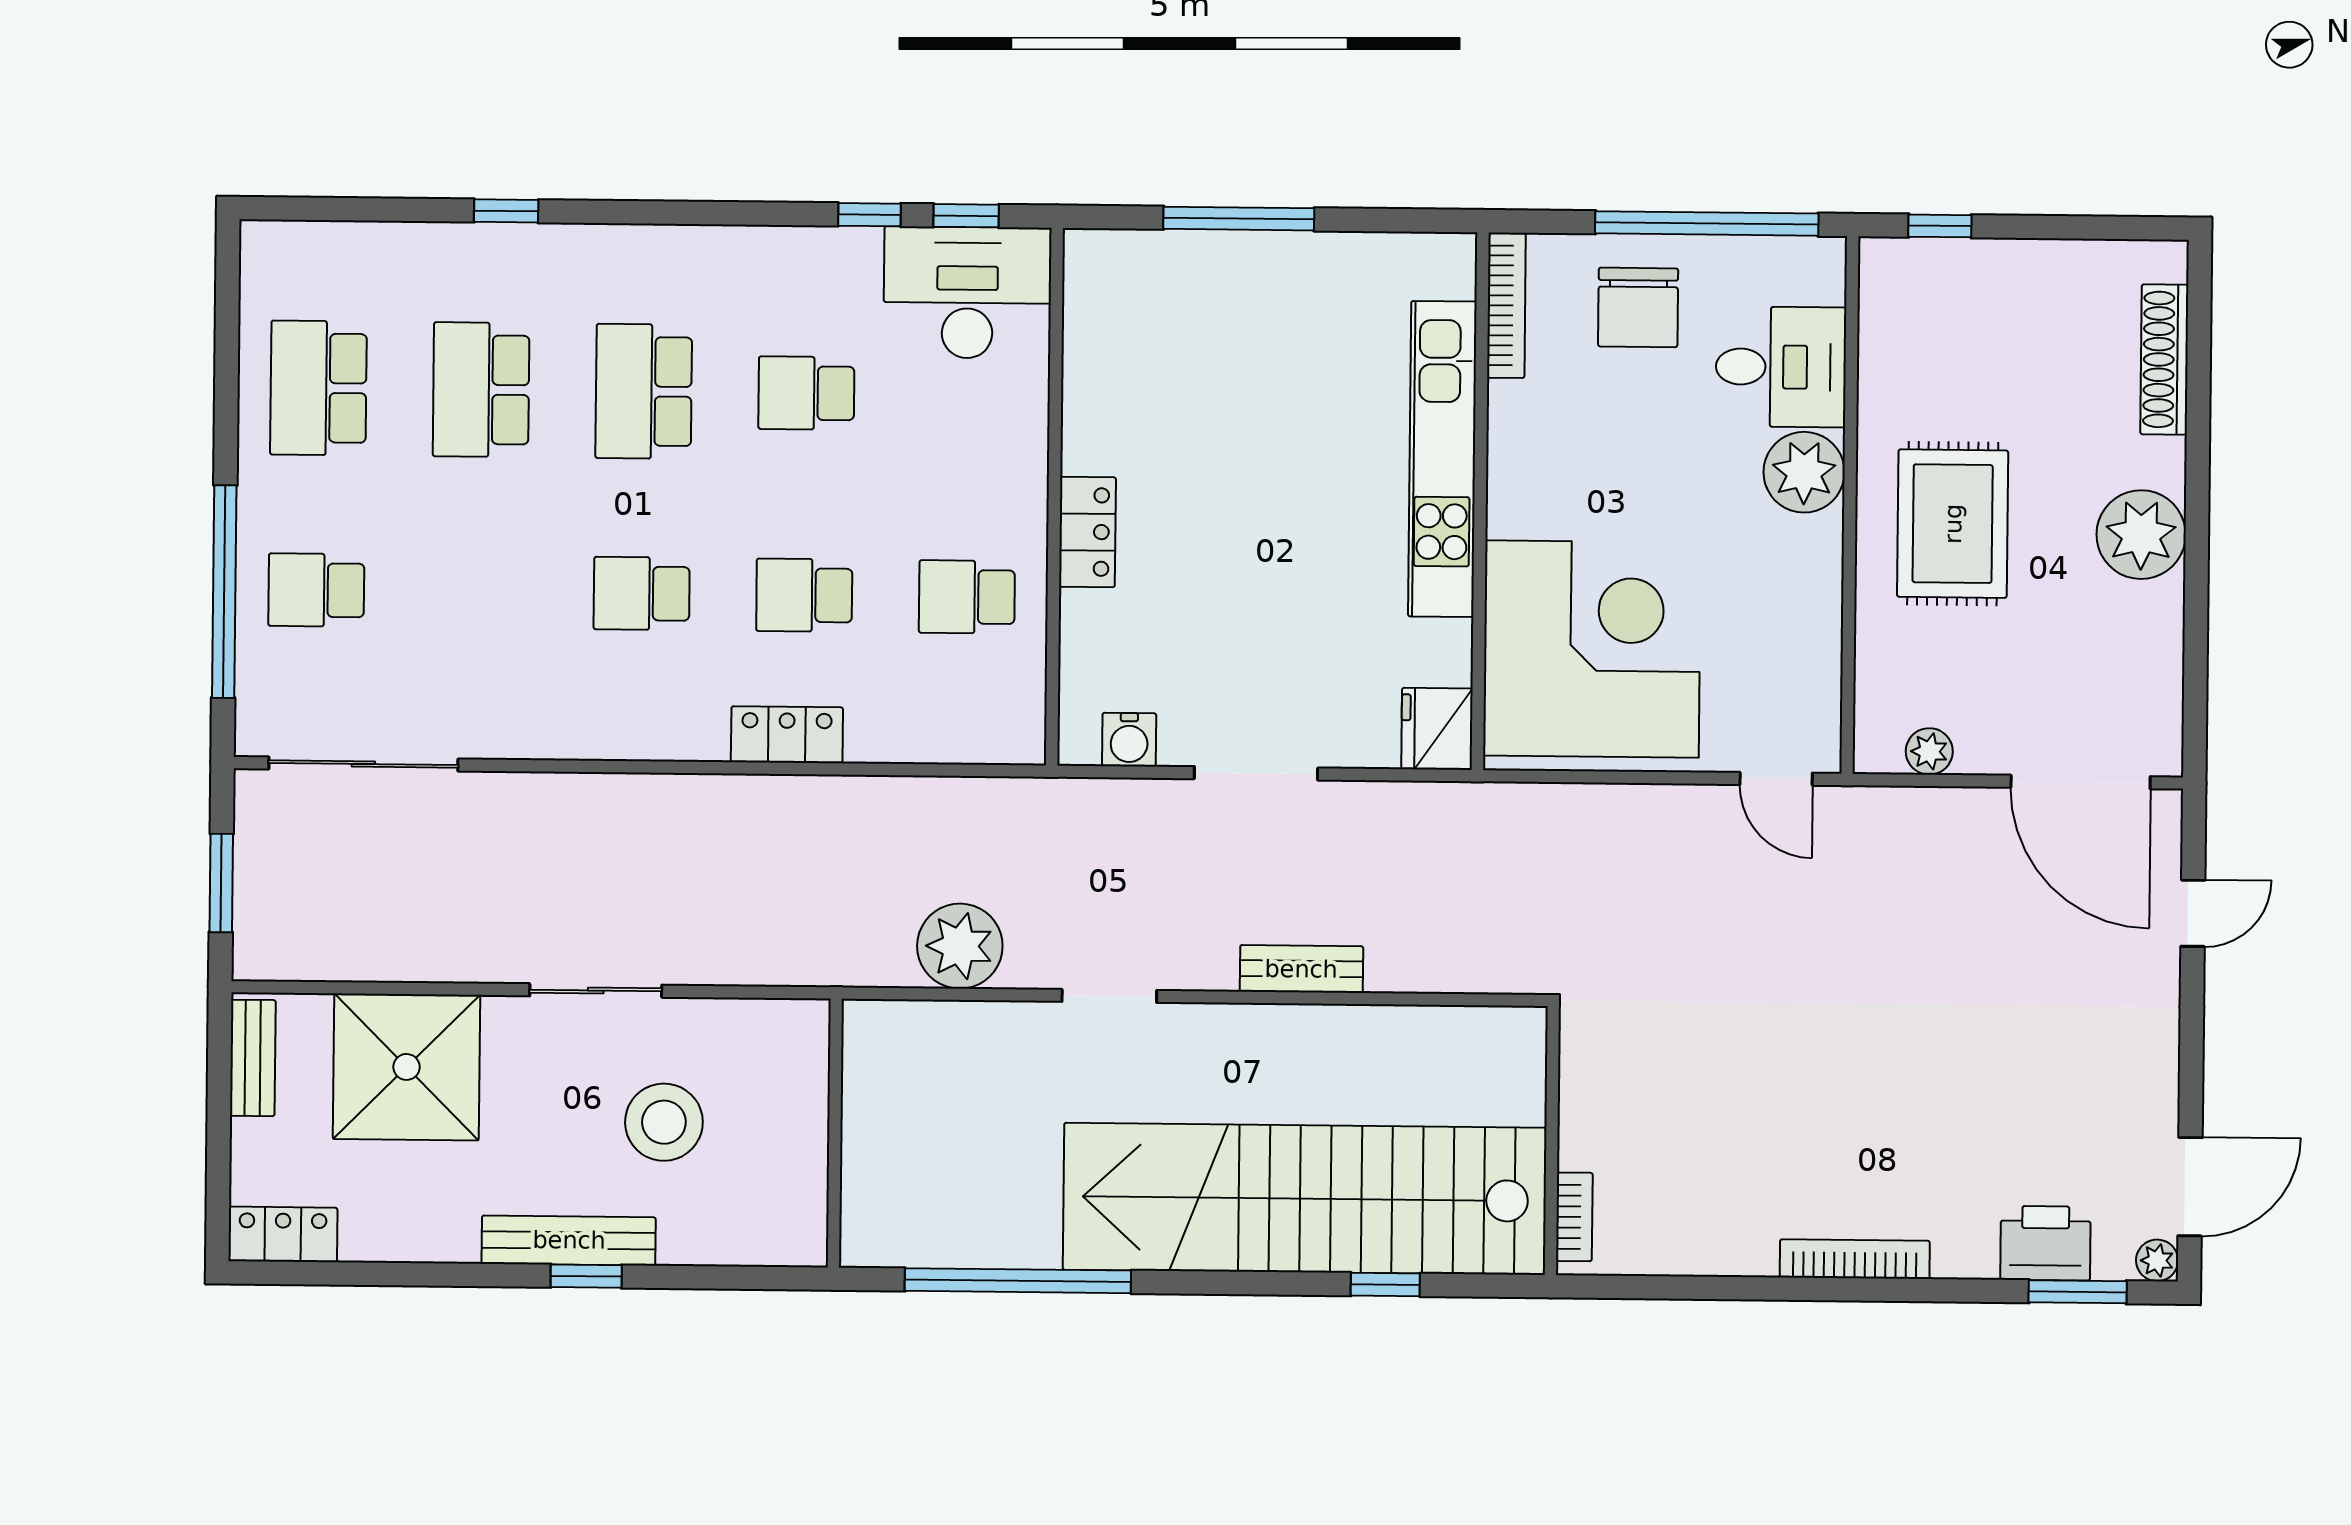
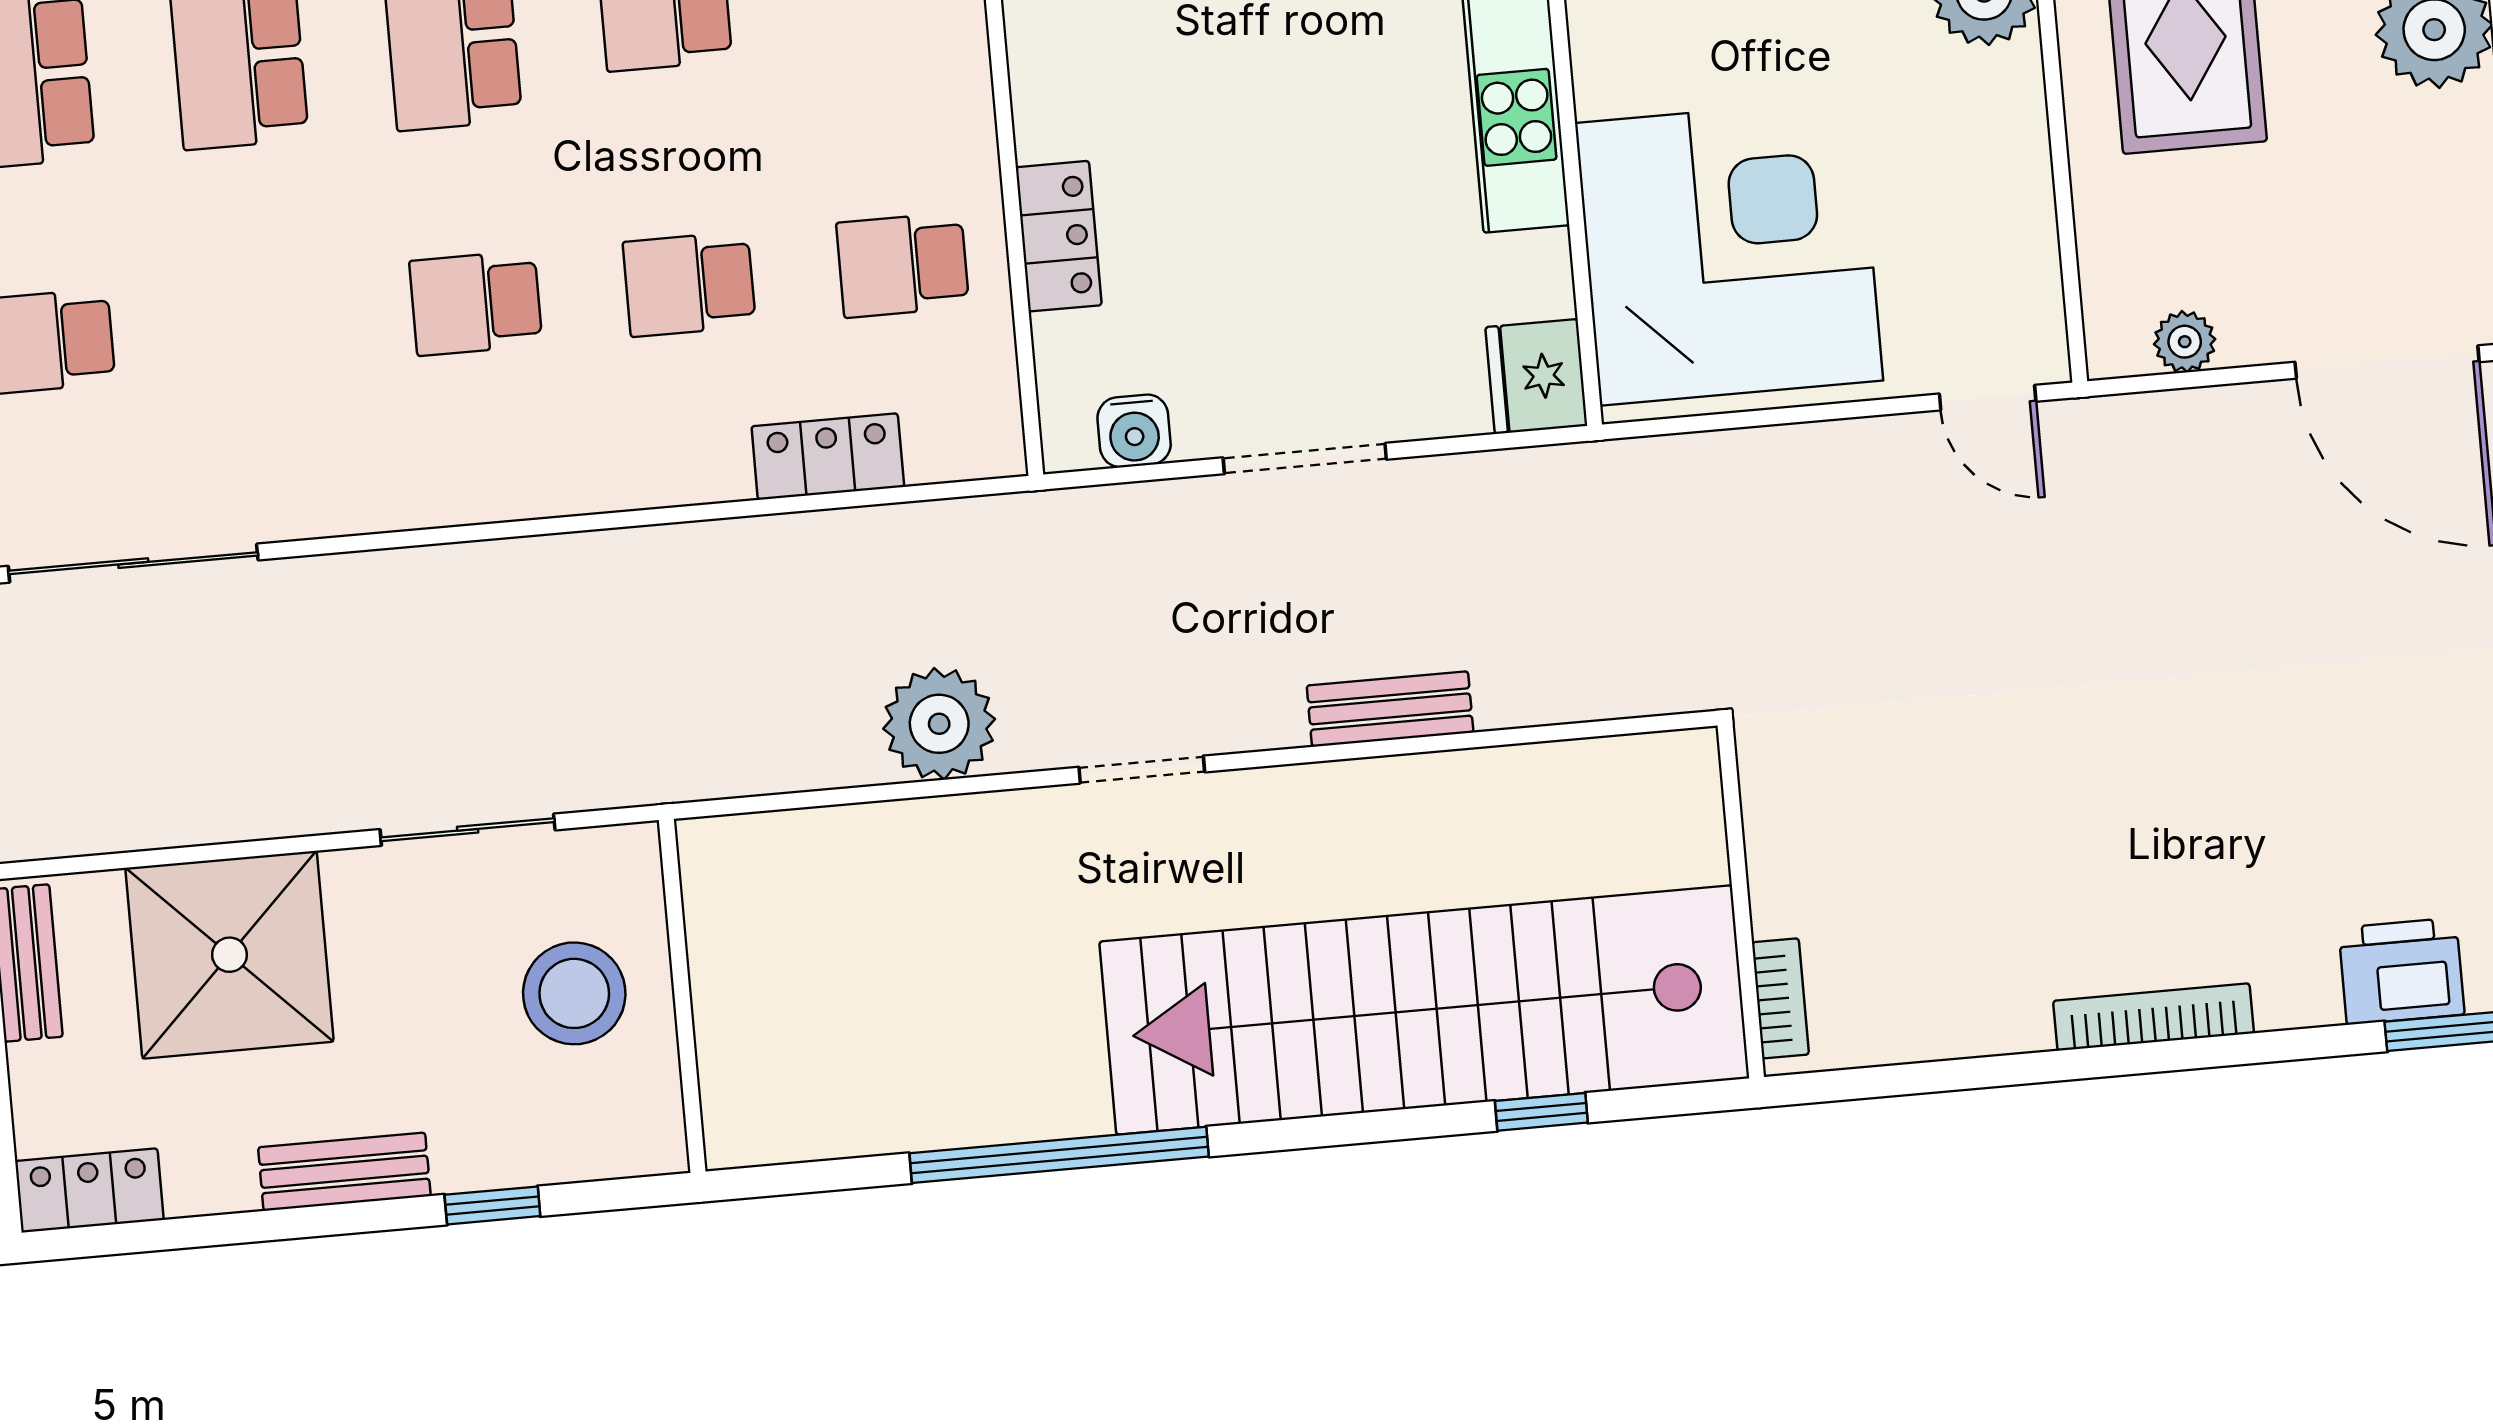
locker: (1087, 532) -> (1059, 236), moved
locker: (787, 735) -> (828, 457), moved
wall: (835, 1133) -> (682, 996), moved
bench: (569, 1240) -> (344, 1172), moved, width x0.73

